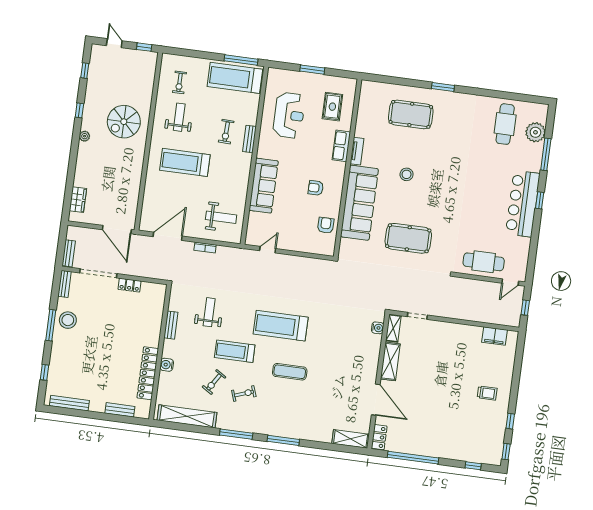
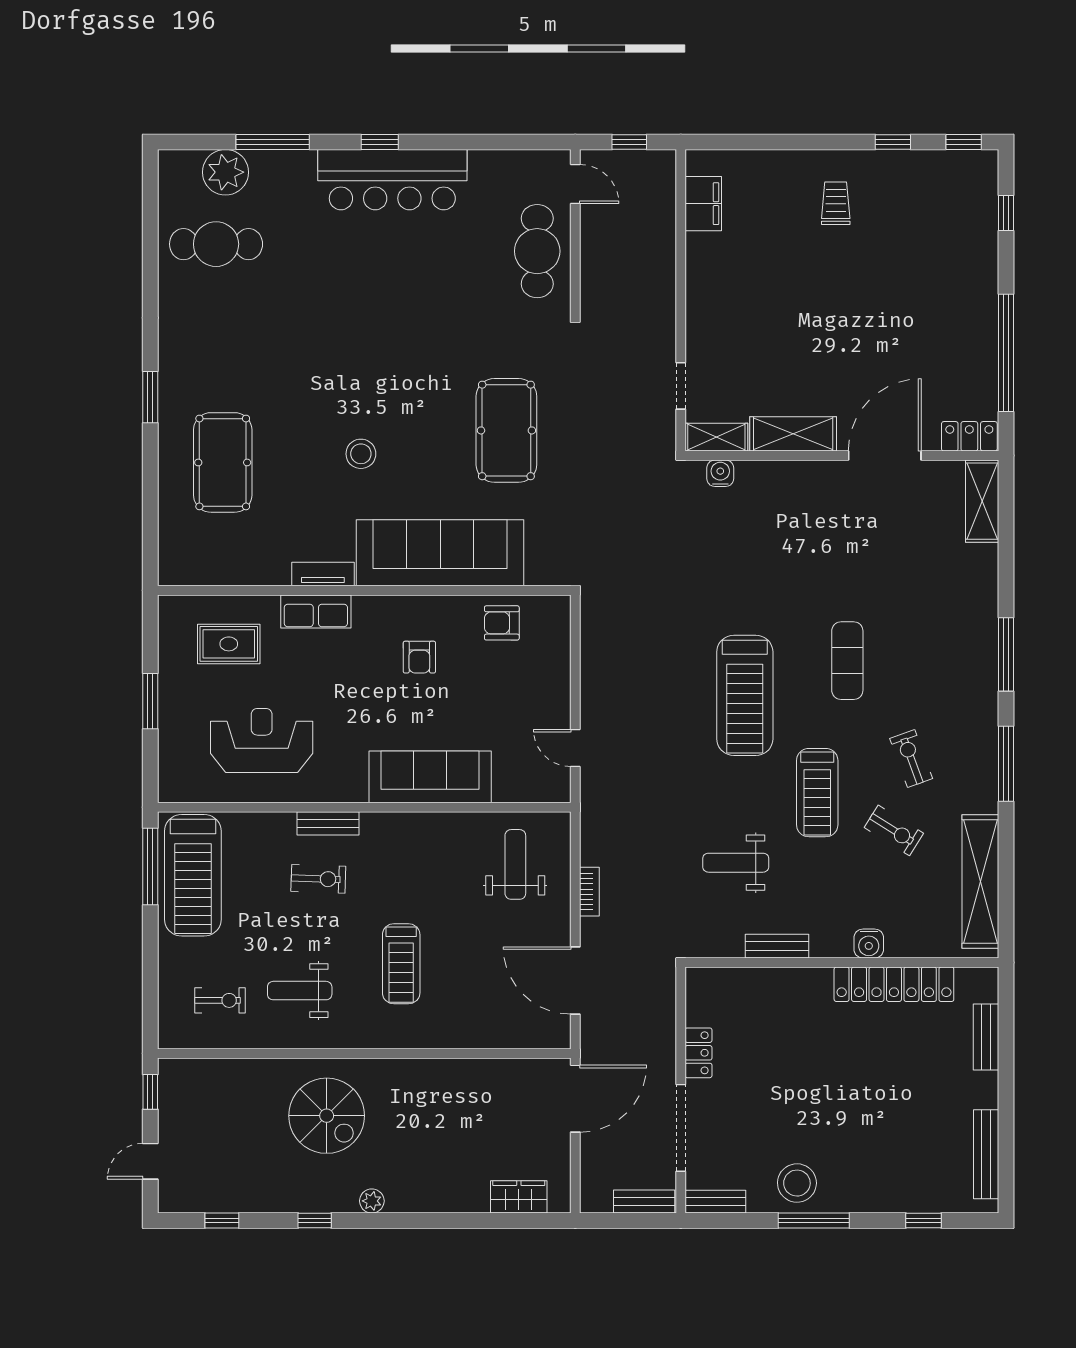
treadmill: (185, 162) -> (401, 964), width x0.73, depth x0.73

